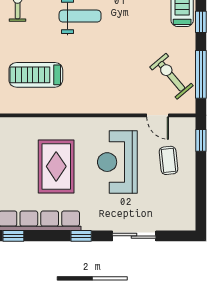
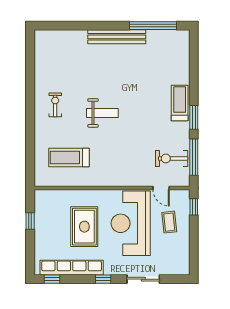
window: (201, 22) -> (194, 117), width x1.50
exercise bike: (171, 76) -> (172, 158), turned -50
reception desk: (117, 162) -> (131, 223), width x1.36, depth x1.30

